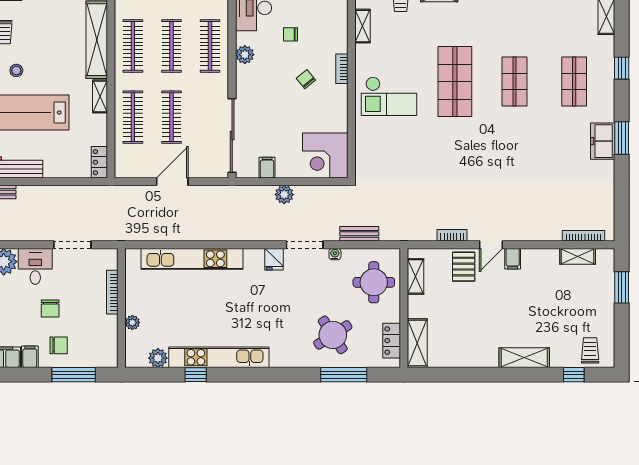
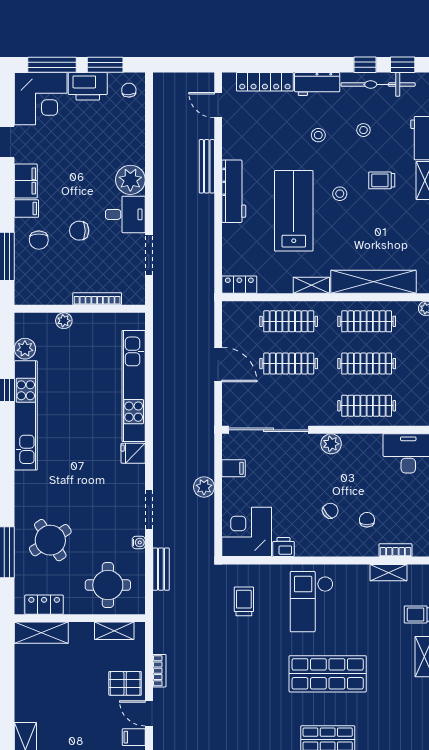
chair: (291, 34) -> (367, 520), moved
plant: (245, 55) -> (331, 444), moved
bookcase: (342, 69) -> (396, 550), moved
printer: (339, 122) -> (283, 547), added
trolley: (389, 158) -> (244, 601), added
fridge: (274, 259) -> (133, 453), moved

